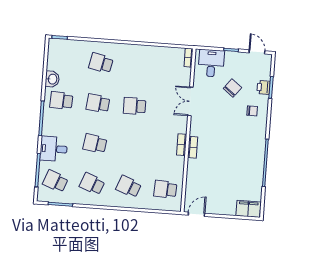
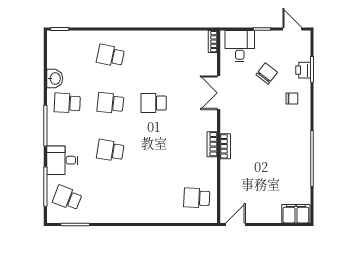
school desk: (92, 184) -> (110, 198), removed
school desk: (129, 187) -> (154, 198), removed

